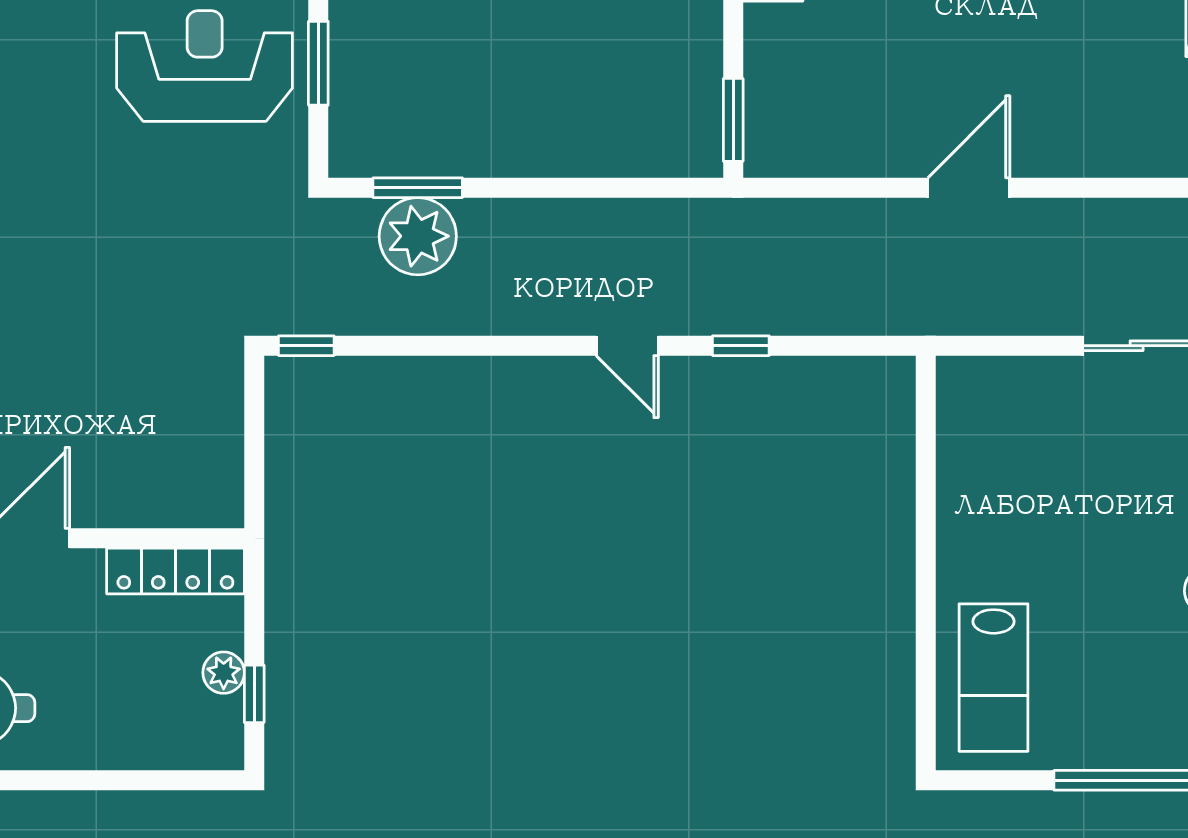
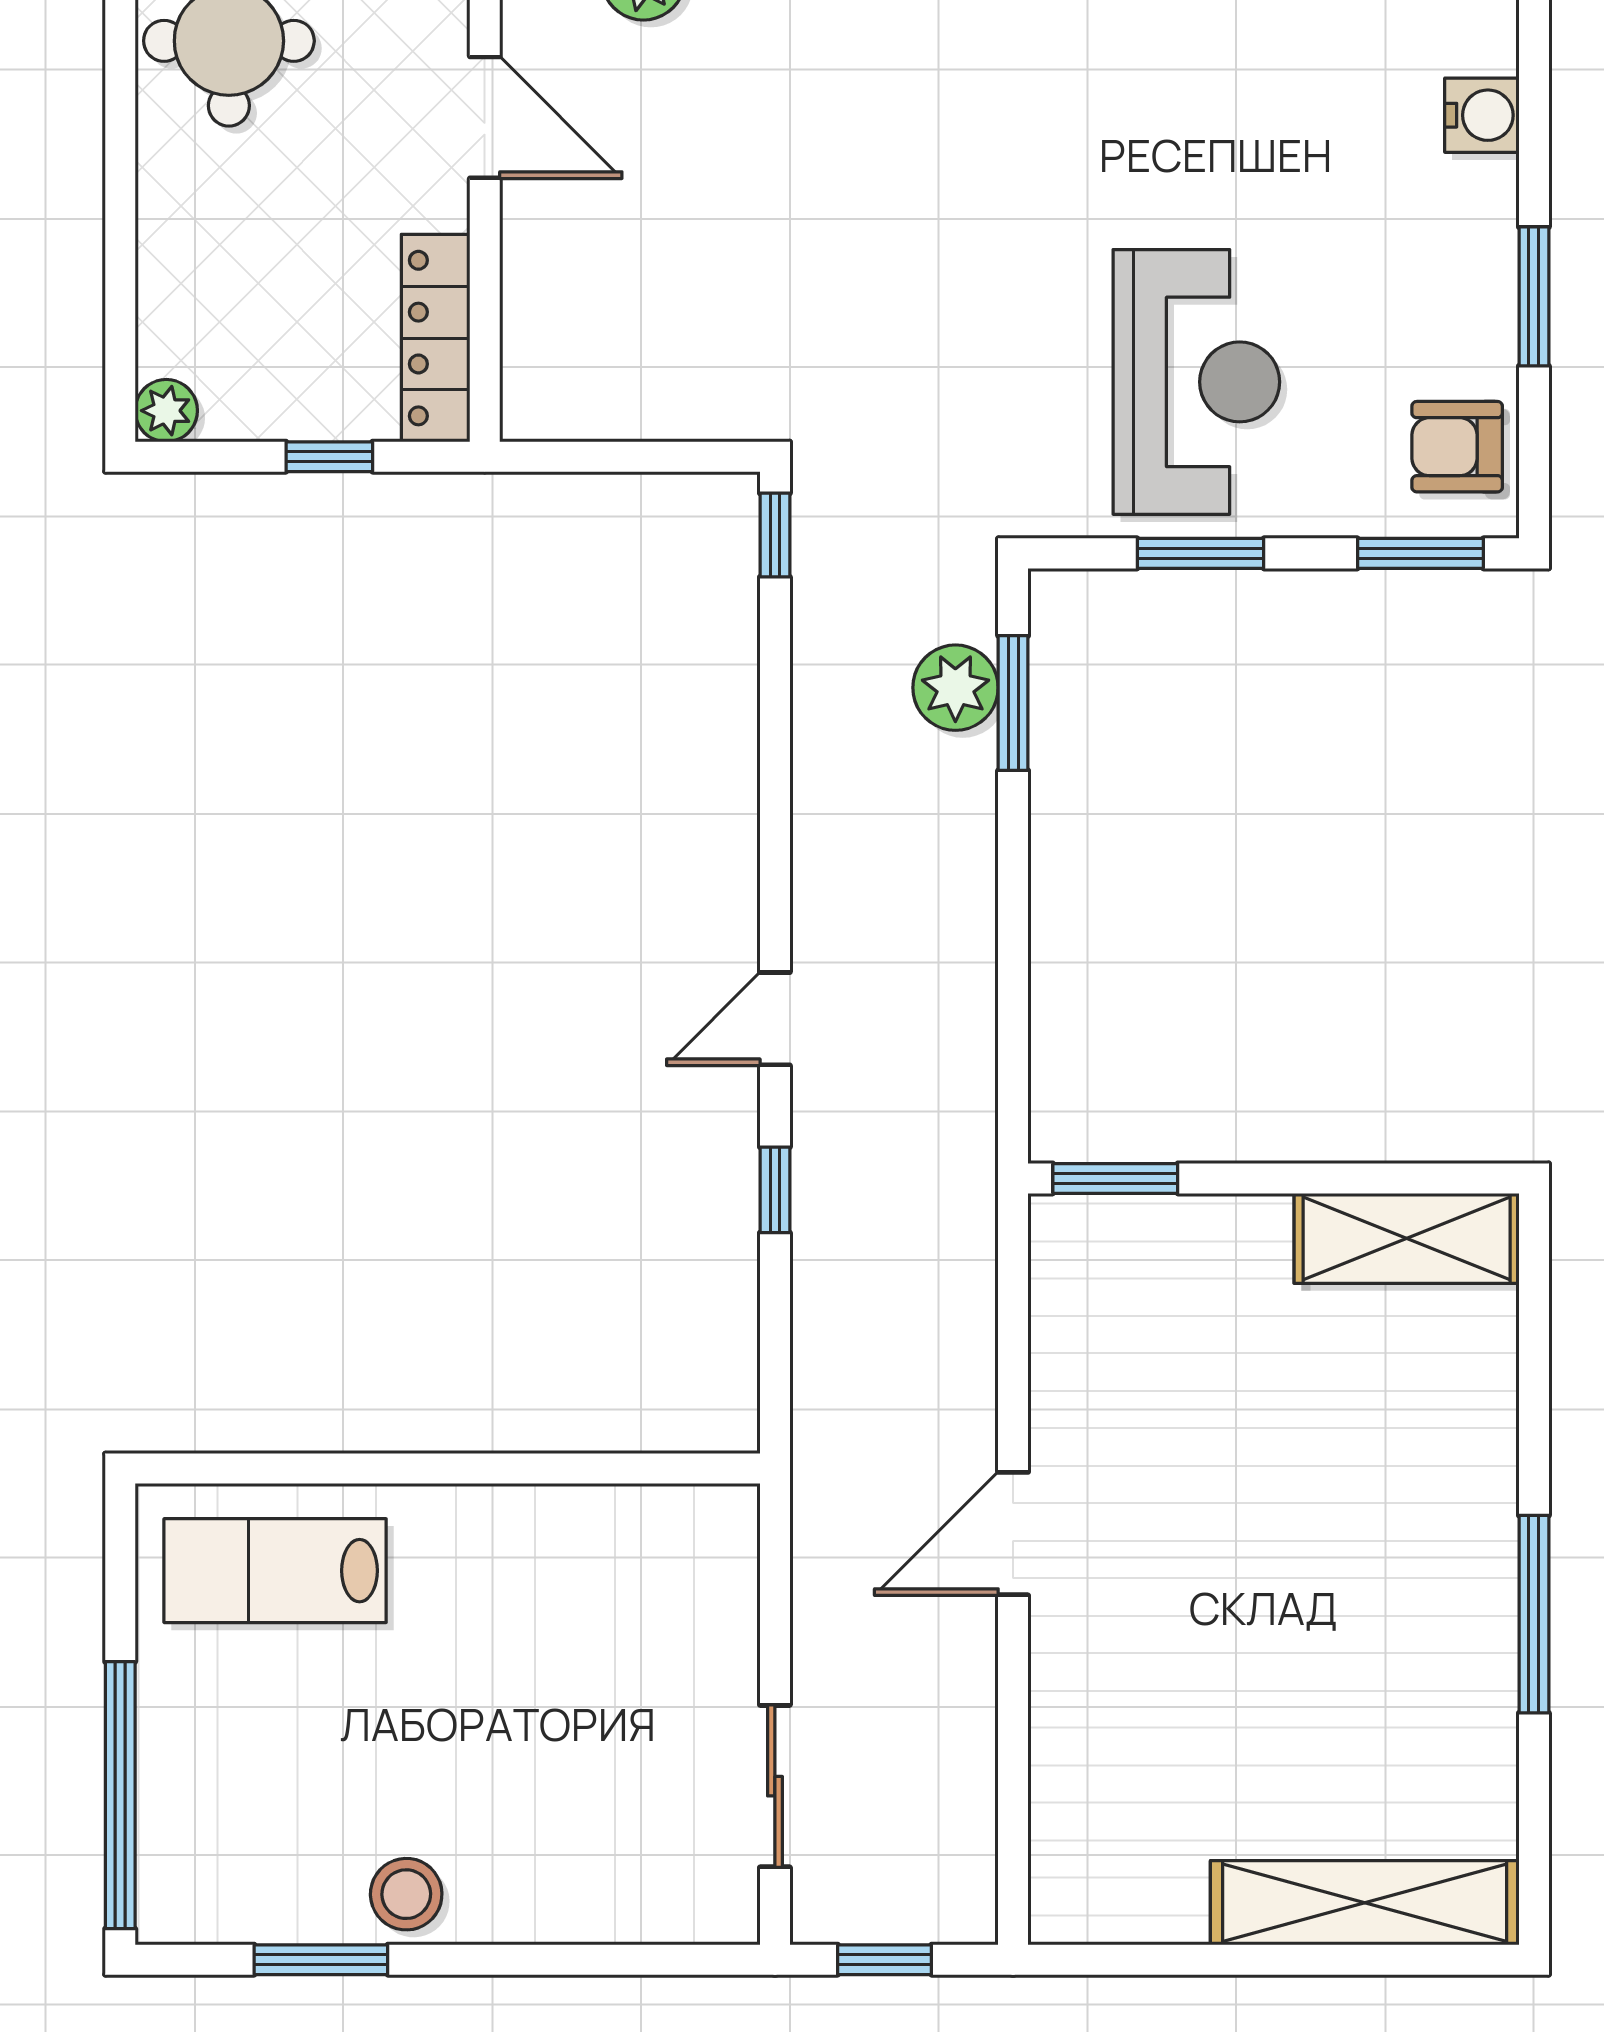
door: (969, 188) -> (1013, 1534), swing flipped
plant: (418, 236) -> (955, 688), width x0.73, depth x0.73
plant: (224, 673) -> (166, 411), moved
window: (254, 694) -> (329, 457), moved

